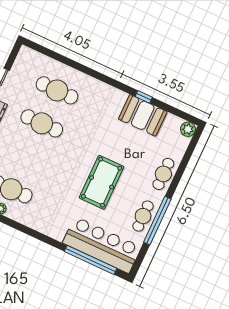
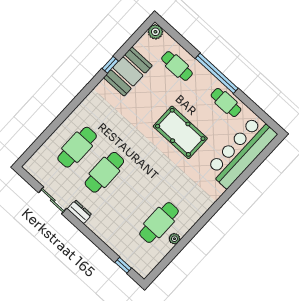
cafe table: (163, 174) -> (177, 66), moved
window: (157, 221) -> (217, 73), moved
window: (91, 260) -> (252, 167), removed

